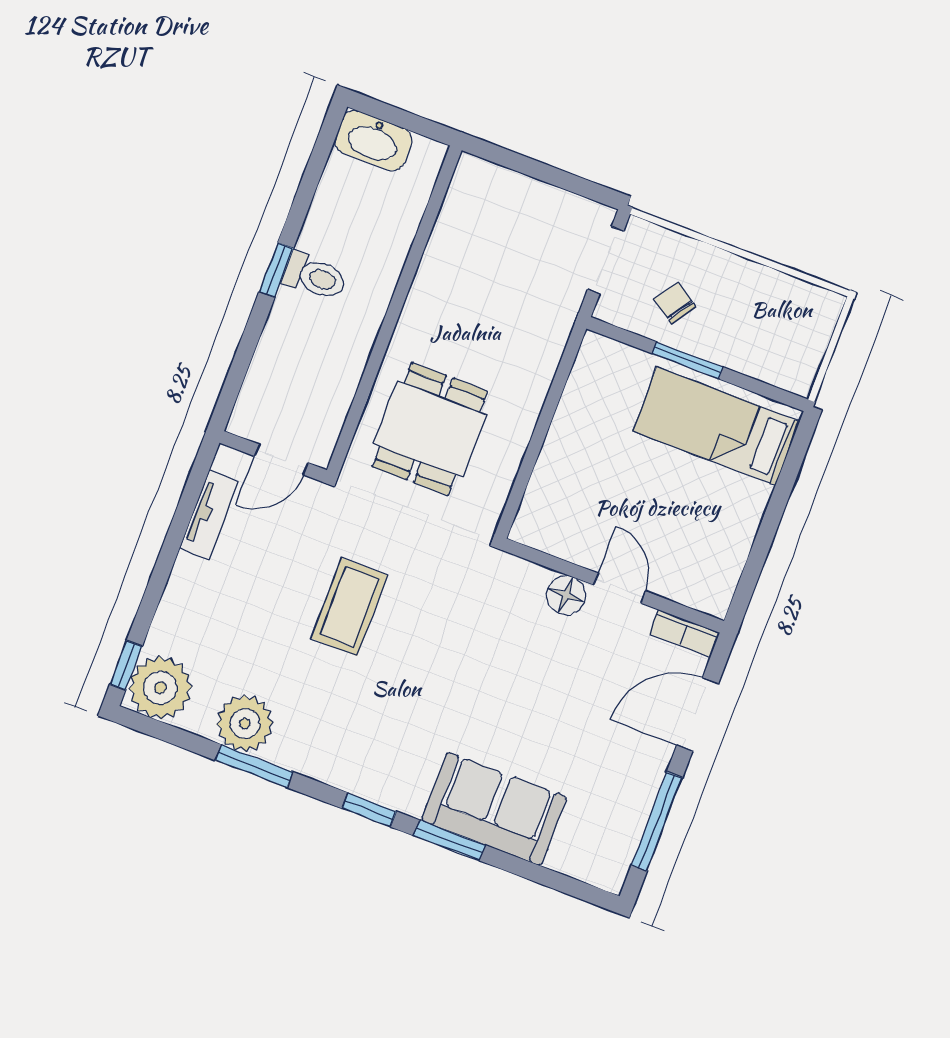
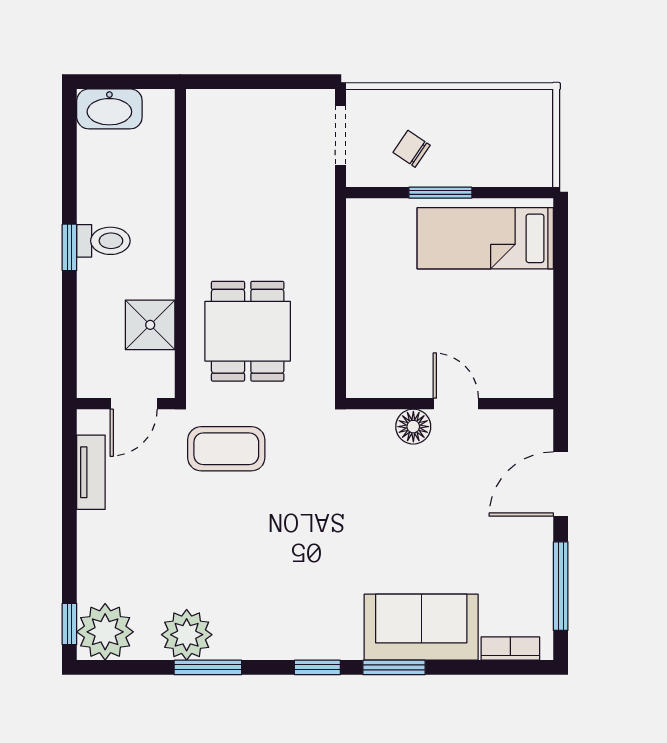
shower: (330, 383) -> (150, 325), added
coffee table: (349, 607) -> (226, 449), moved, turned 90
bookcase: (685, 633) -> (510, 648), moved, turned 180

